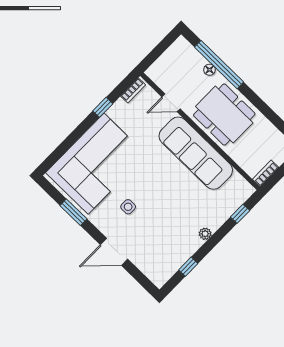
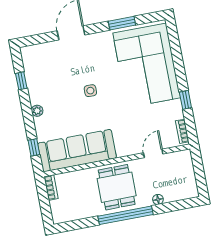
window: (219, 65) -> (126, 215), moved
dining table: (224, 115) -> (117, 187), width x0.73
sofa: (196, 153) -> (77, 151), moved
side table: (128, 207) -> (90, 91), moved

